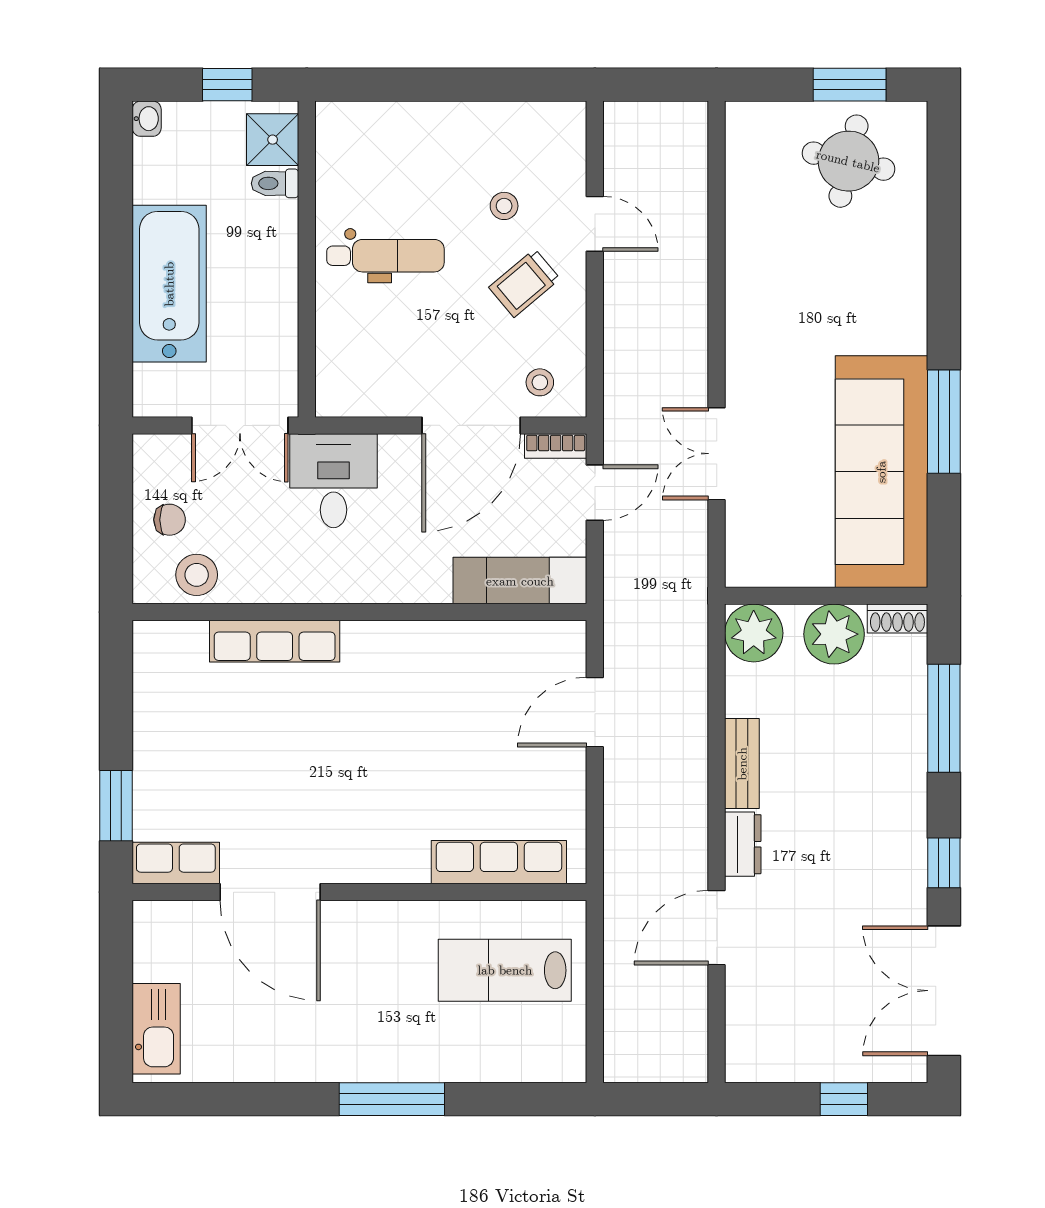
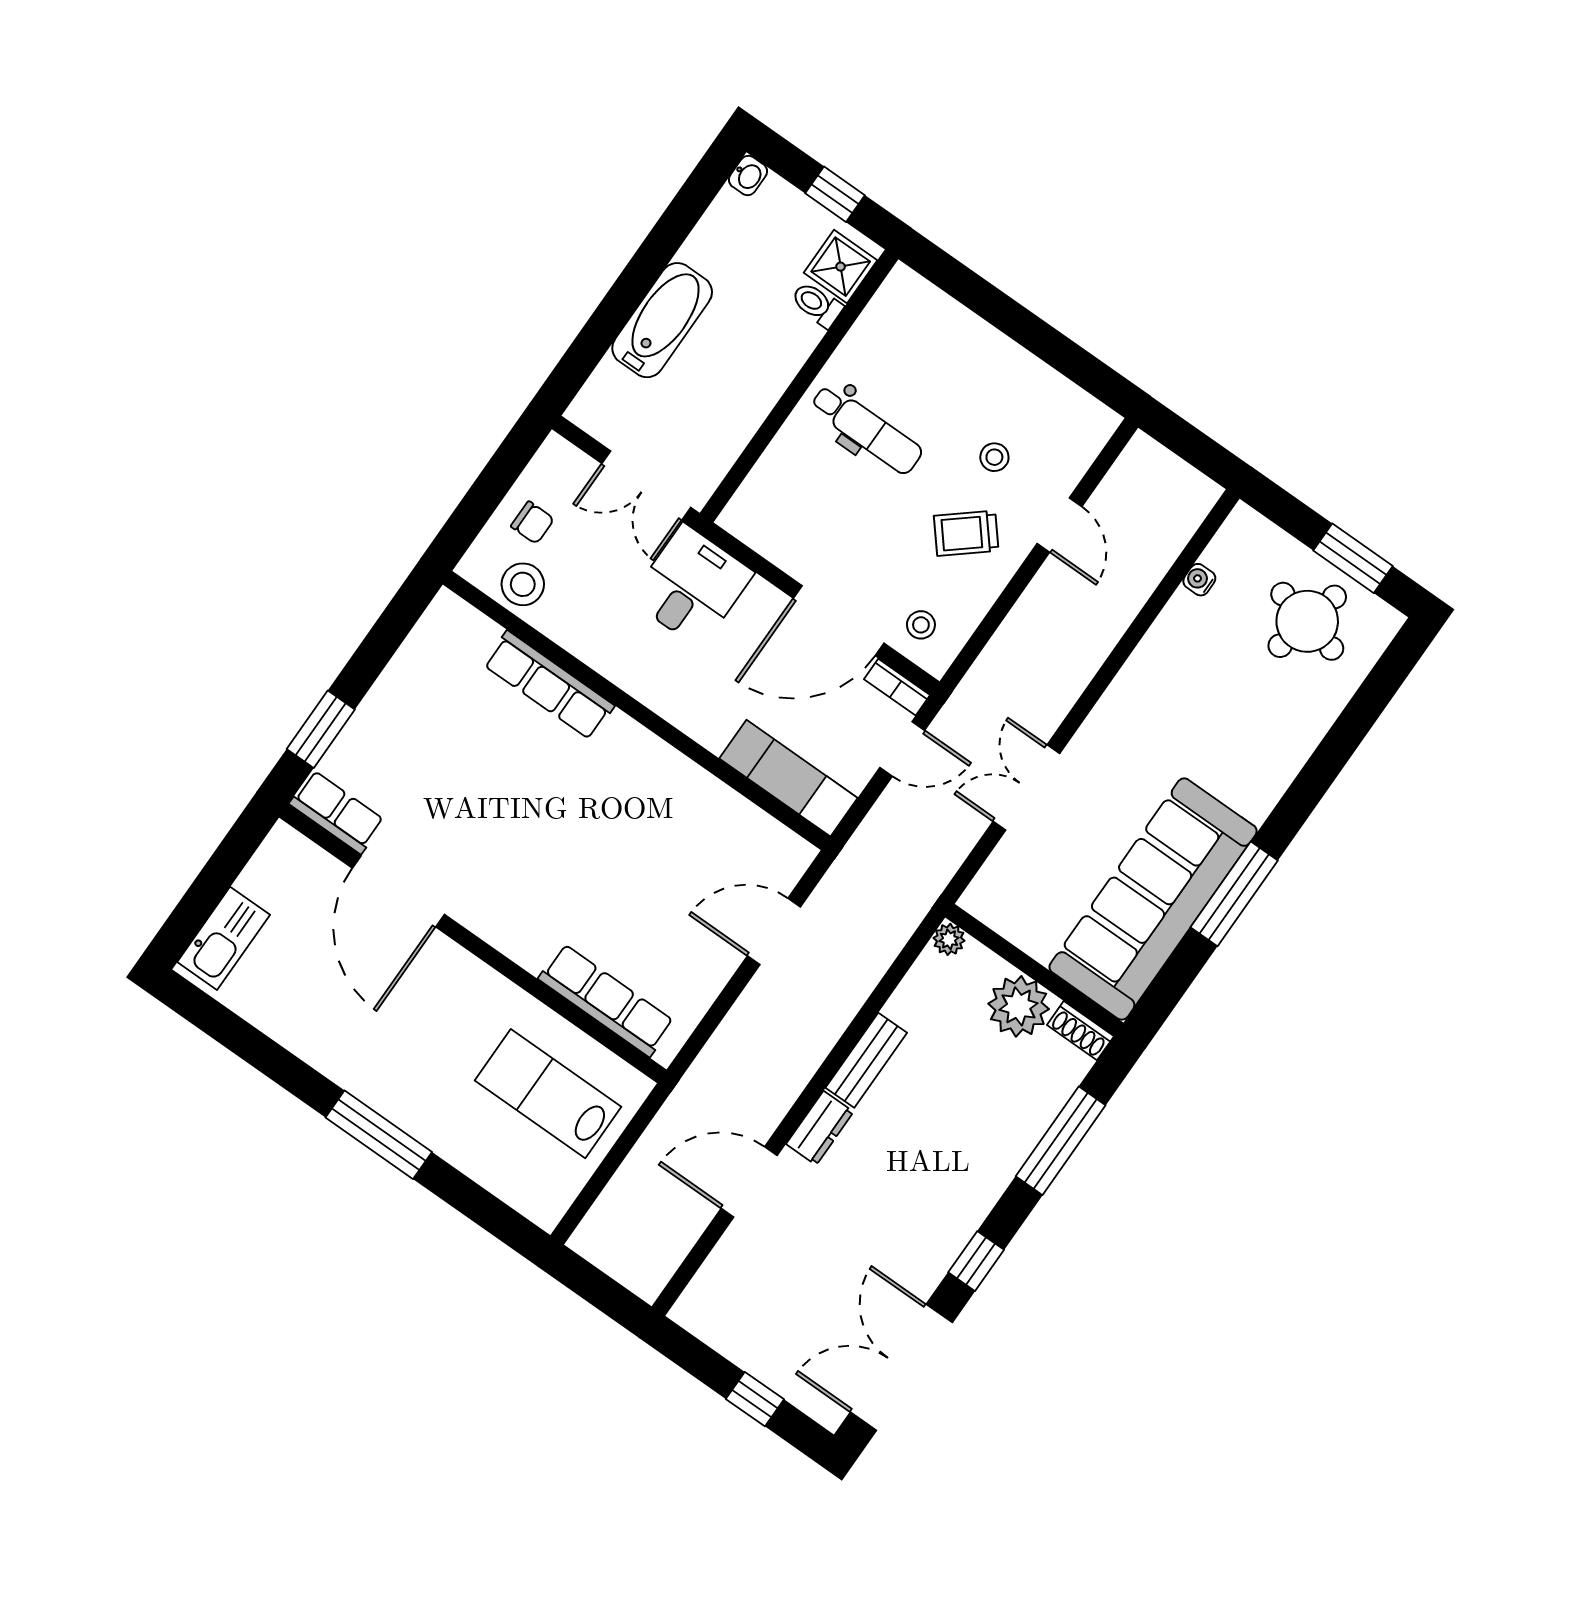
water cooler: (738, 189) -> (1199, 580), added
bathtub: (169, 284) -> (662, 320), width x0.73, depth x0.73
plant: (754, 633) -> (949, 939), width x0.53, depth x0.53

